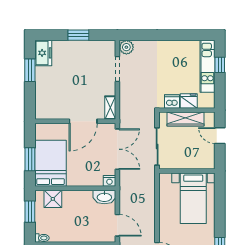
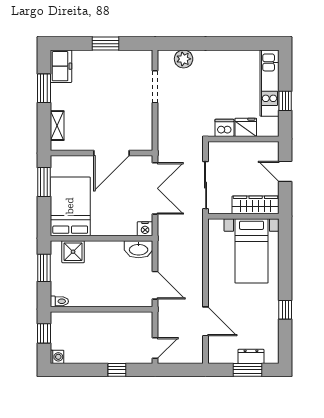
plant: (126, 47) -> (184, 59), moved
window: (220, 65) -> (285, 101), moved
shelving: (110, 108) -> (57, 126), moved
wardrobe: (186, 119) -> (256, 205), moved, turned 180
window: (30, 159) -> (44, 182), moved

